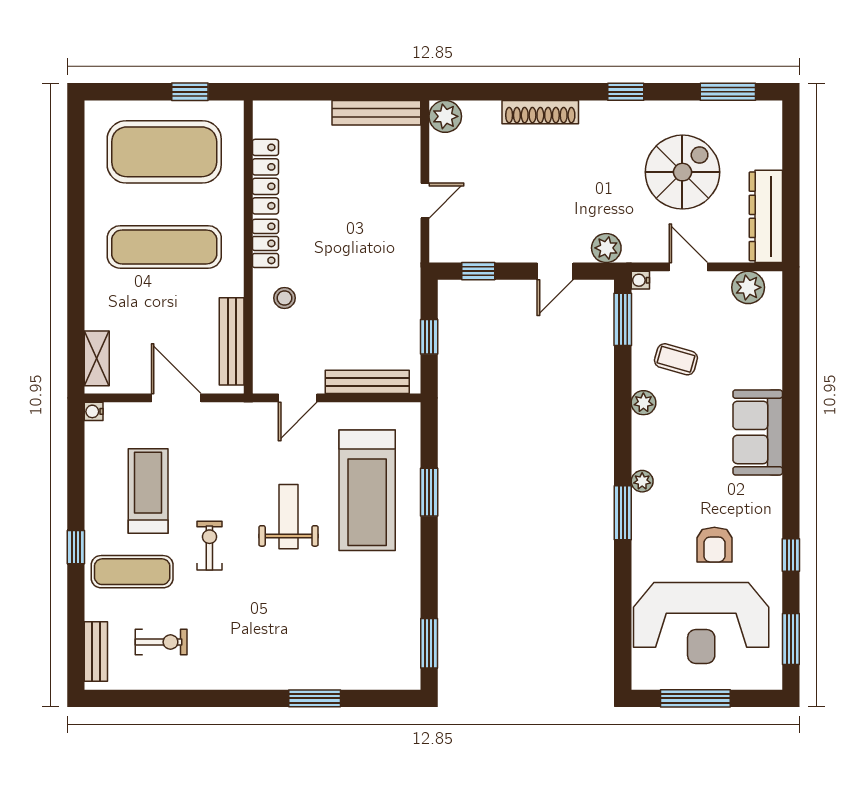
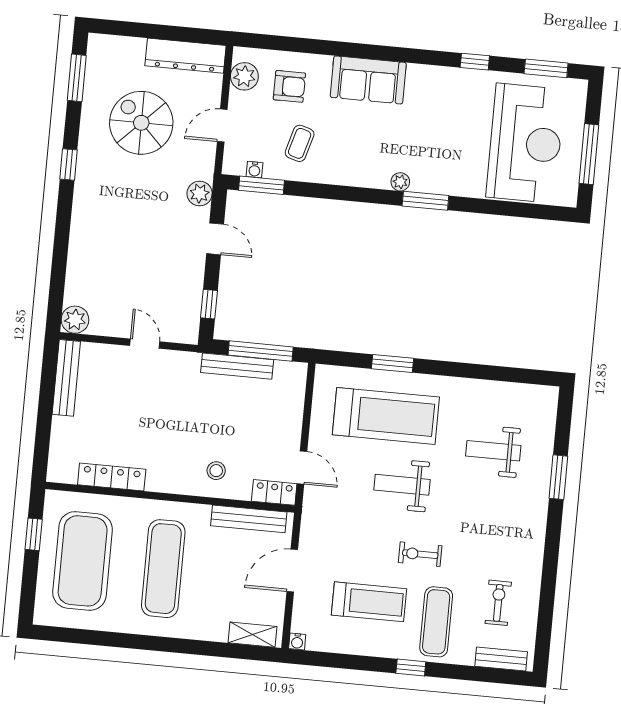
shoe rack: (540, 112) -> (79, 239), removed
locker: (265, 243) -> (274, 492), moved
water cooler: (640, 280) -> (254, 170), moved
window: (429, 337) -> (261, 351), width x2.17
bench: (367, 382) -> (237, 366), moved, turned 90
plant: (643, 403) -> (334, 174), removed
treadmill: (148, 491) -> (369, 602), turned 180
armchair: (714, 545) -> (289, 86), moved
weight bench: (338, 620) -> (493, 451), added
window: (429, 643) -> (521, 376), removed

